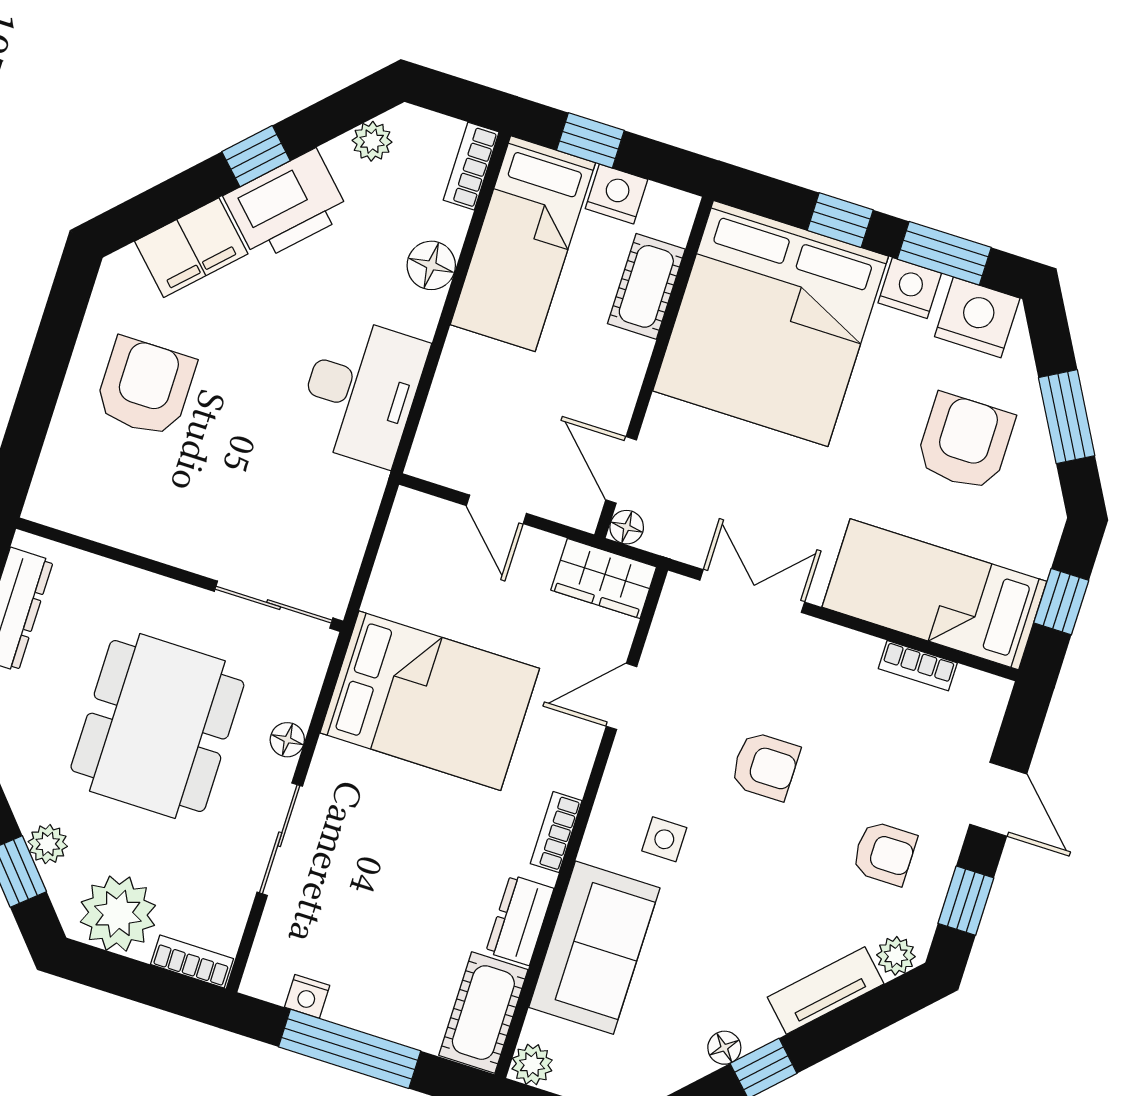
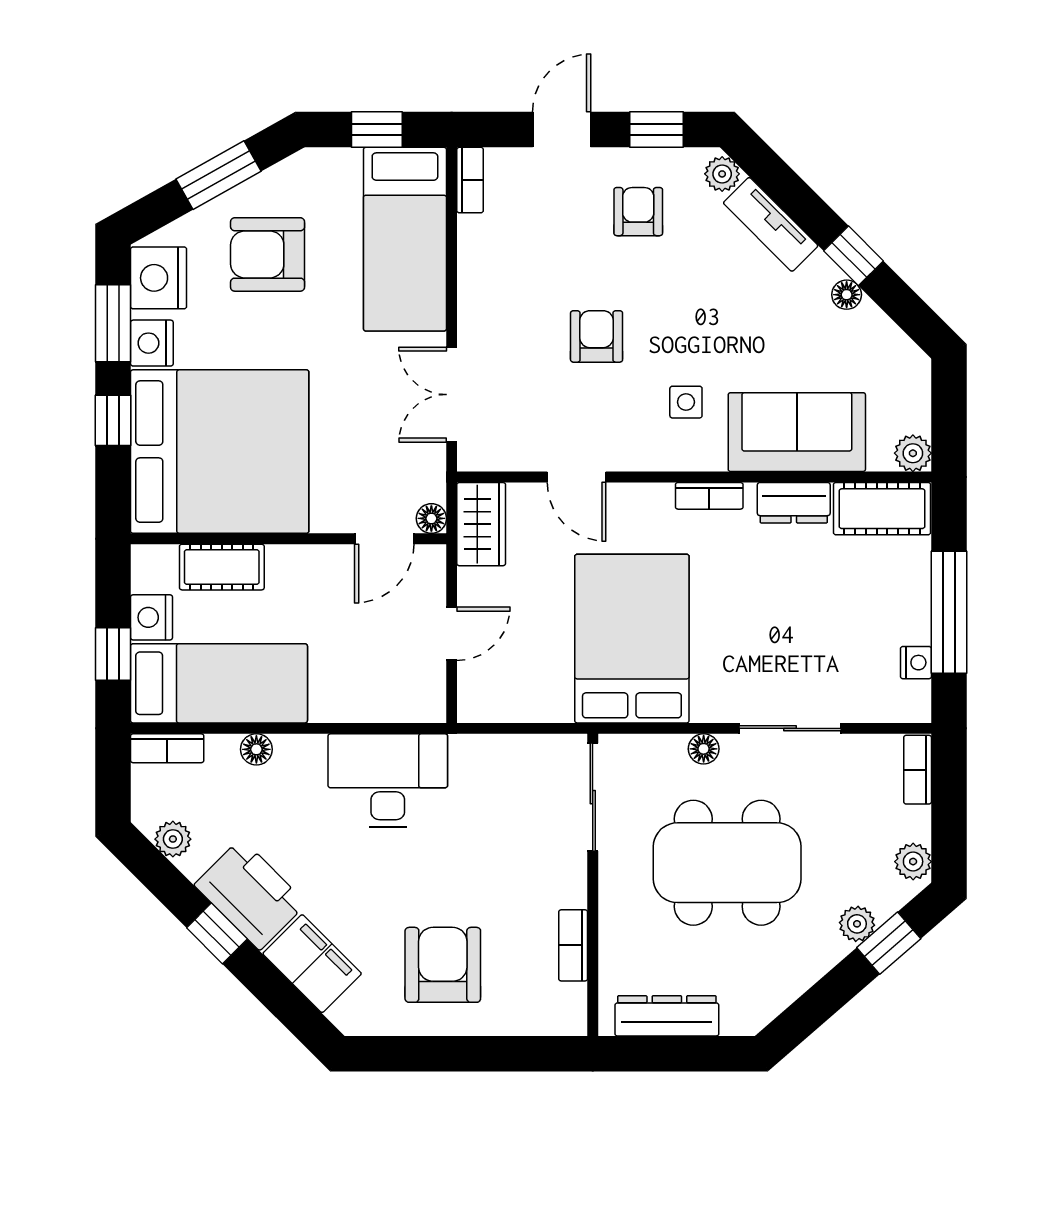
floor lamp: (431, 265) -> (256, 749), width x0.73, depth x0.73
armchair: (145, 387) -> (443, 965), turned 90
bookcase: (122, 533) -> (573, 945), added
bookcase: (918, 666) -> (470, 180), moved
plant: (118, 914) -> (913, 862), width x0.53, depth x0.53

